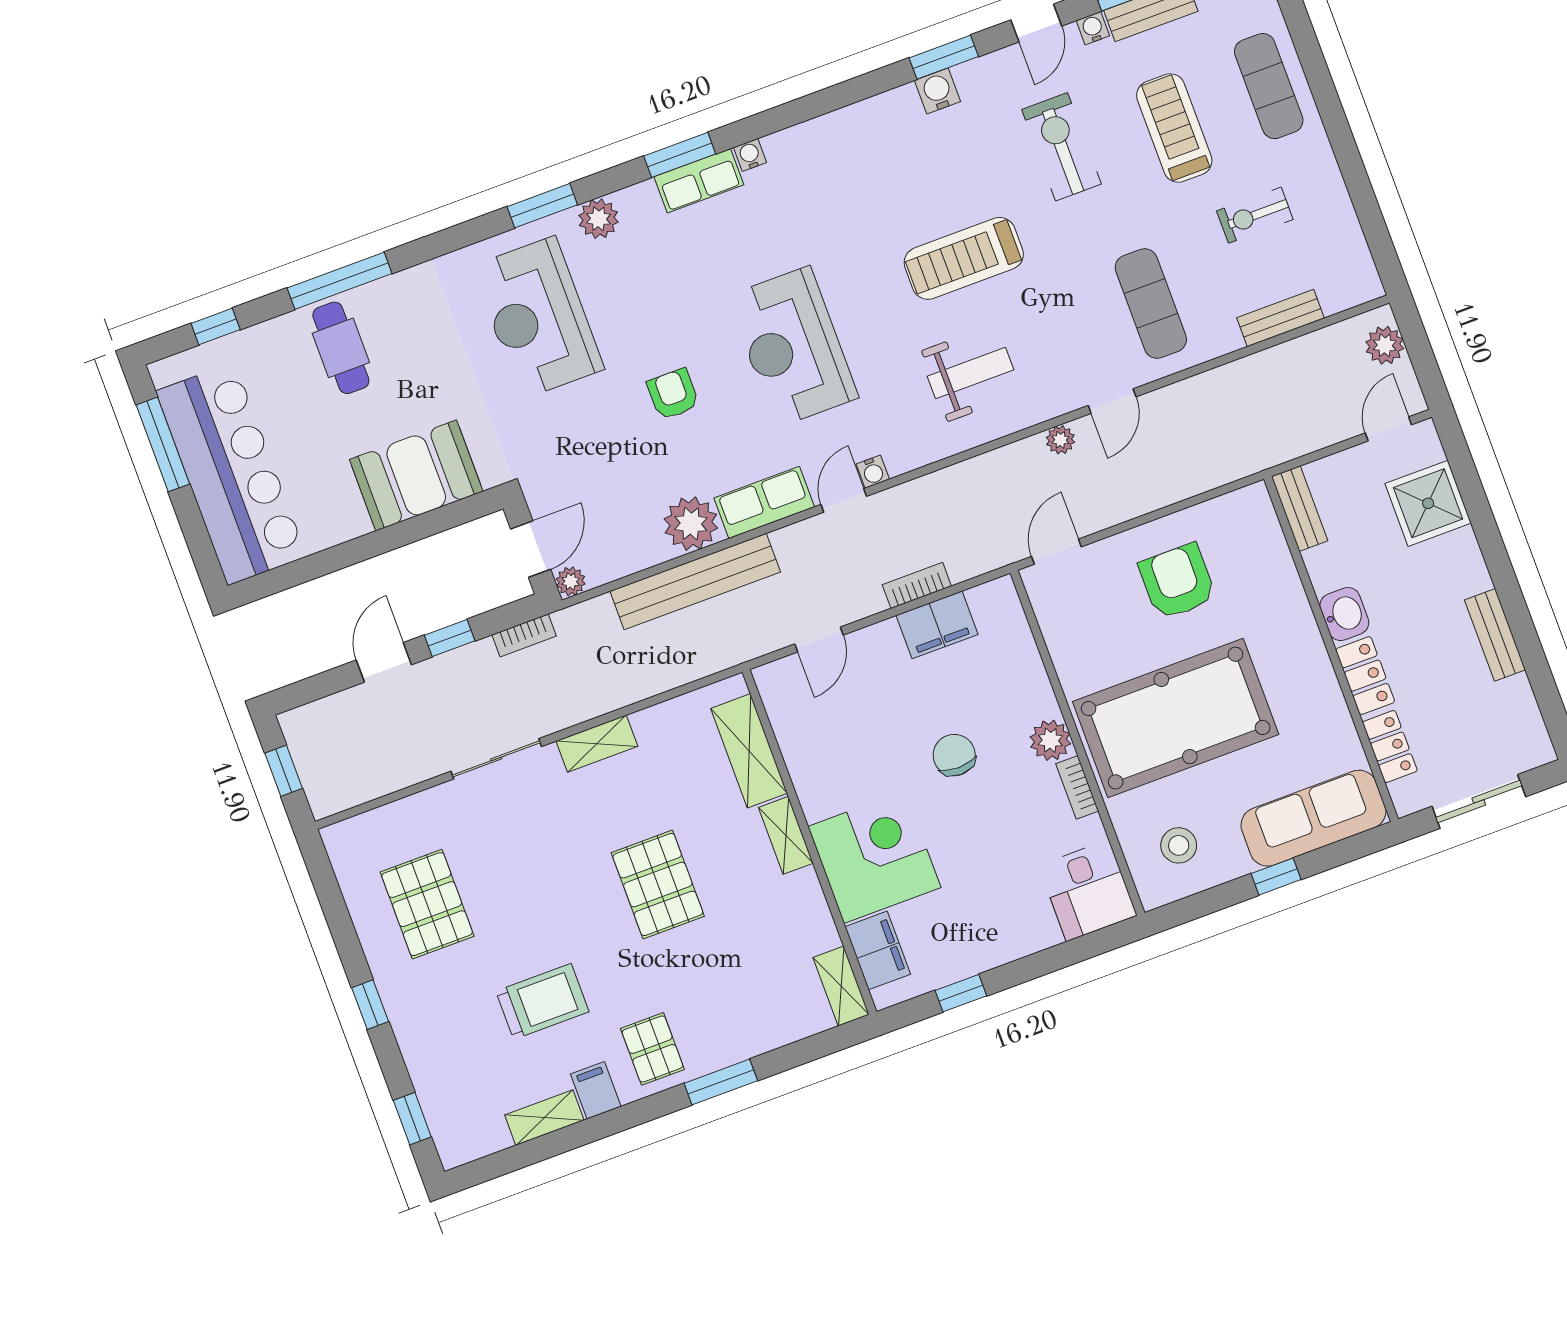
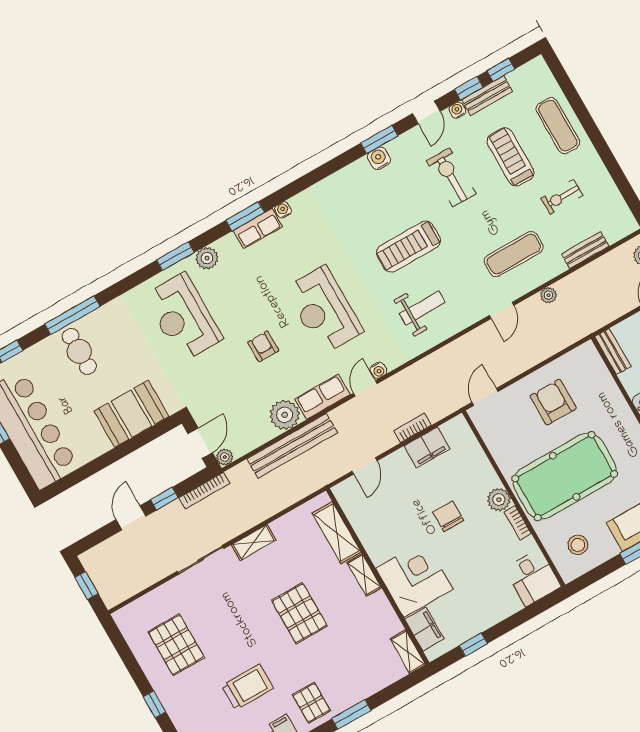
exercise mat: (1151, 304) -> (514, 254), turned 90
plant: (1060, 440) -> (548, 295), moved
bookcase: (524, 635) -> (204, 490), width x1.56

